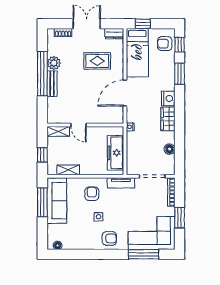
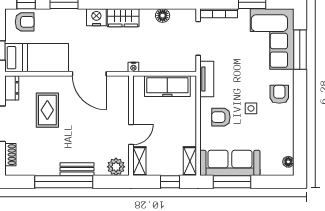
armchair: (165, 44) -> (25, 22), turned -90
plant: (54, 63) -> (116, 167), moved
shelving: (68, 170) -> (190, 161), moved

